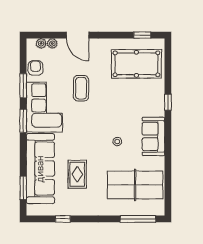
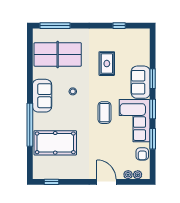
pool table: (136, 64) -> (55, 143), moved
coffee table: (81, 88) -> (104, 113), moved
window: (168, 102) -> (30, 125), width x3.17
sofa: (40, 169) -> (141, 82), width x0.54, depth x0.79
window: (23, 188) -> (153, 79), moved

